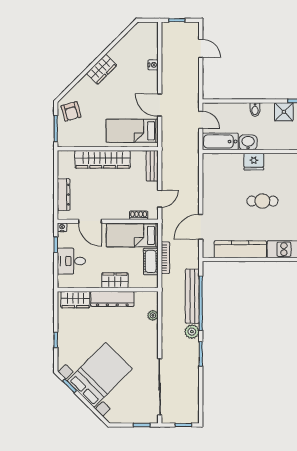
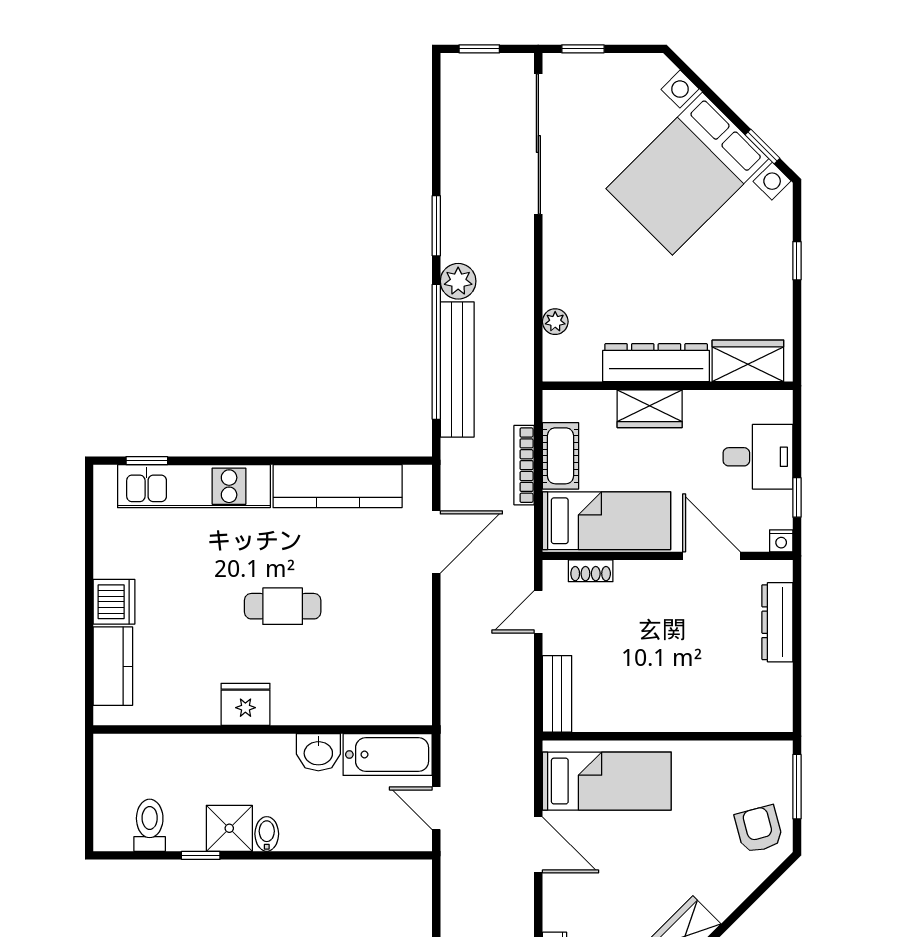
bidet: (255, 110) -> (267, 834), moved
wardrobe: (103, 159) -> (680, 710), removed
fridge: (254, 162) -> (245, 704), moved

